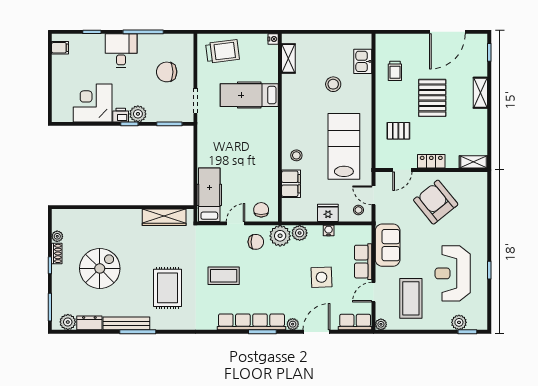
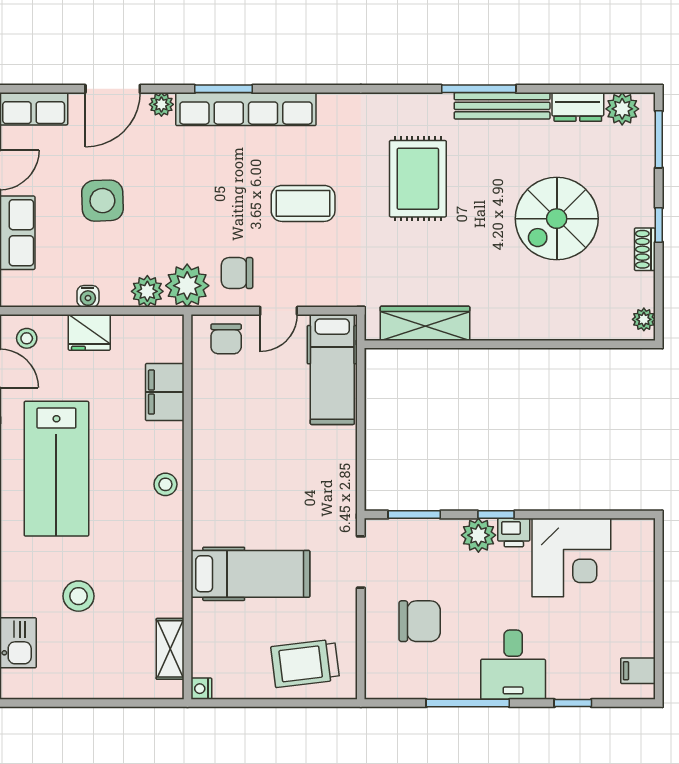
stool: (296, 155) -> (165, 484), moved
plant: (57, 236) -> (644, 319), moved

